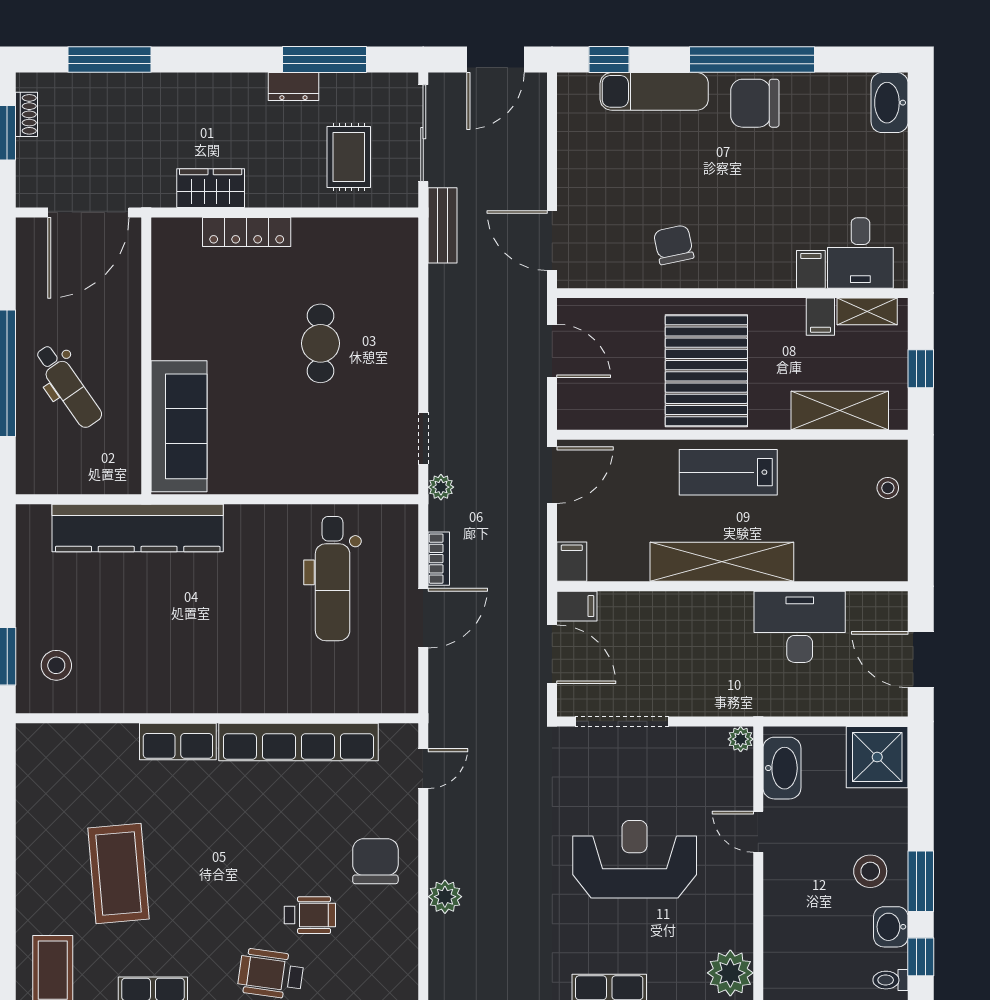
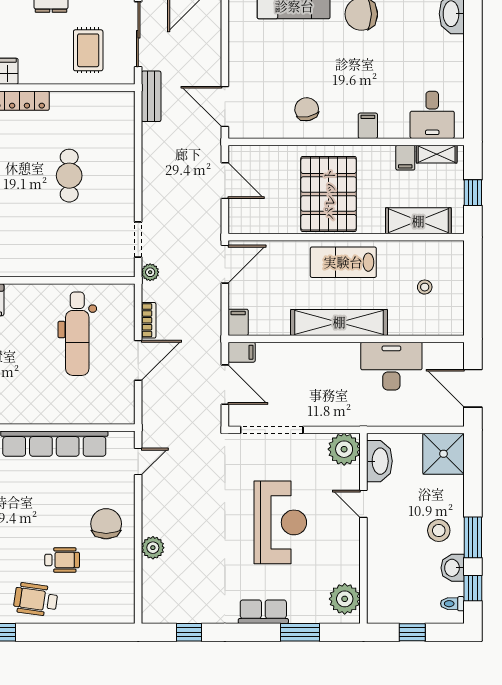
filing cabinet: (811, 269) -> (368, 126), moved
stool: (888, 488) -> (425, 287), moved
plant: (741, 739) -> (344, 449), width x1.88, depth x1.88
reception desk: (635, 859) -> (280, 522), turned 90

